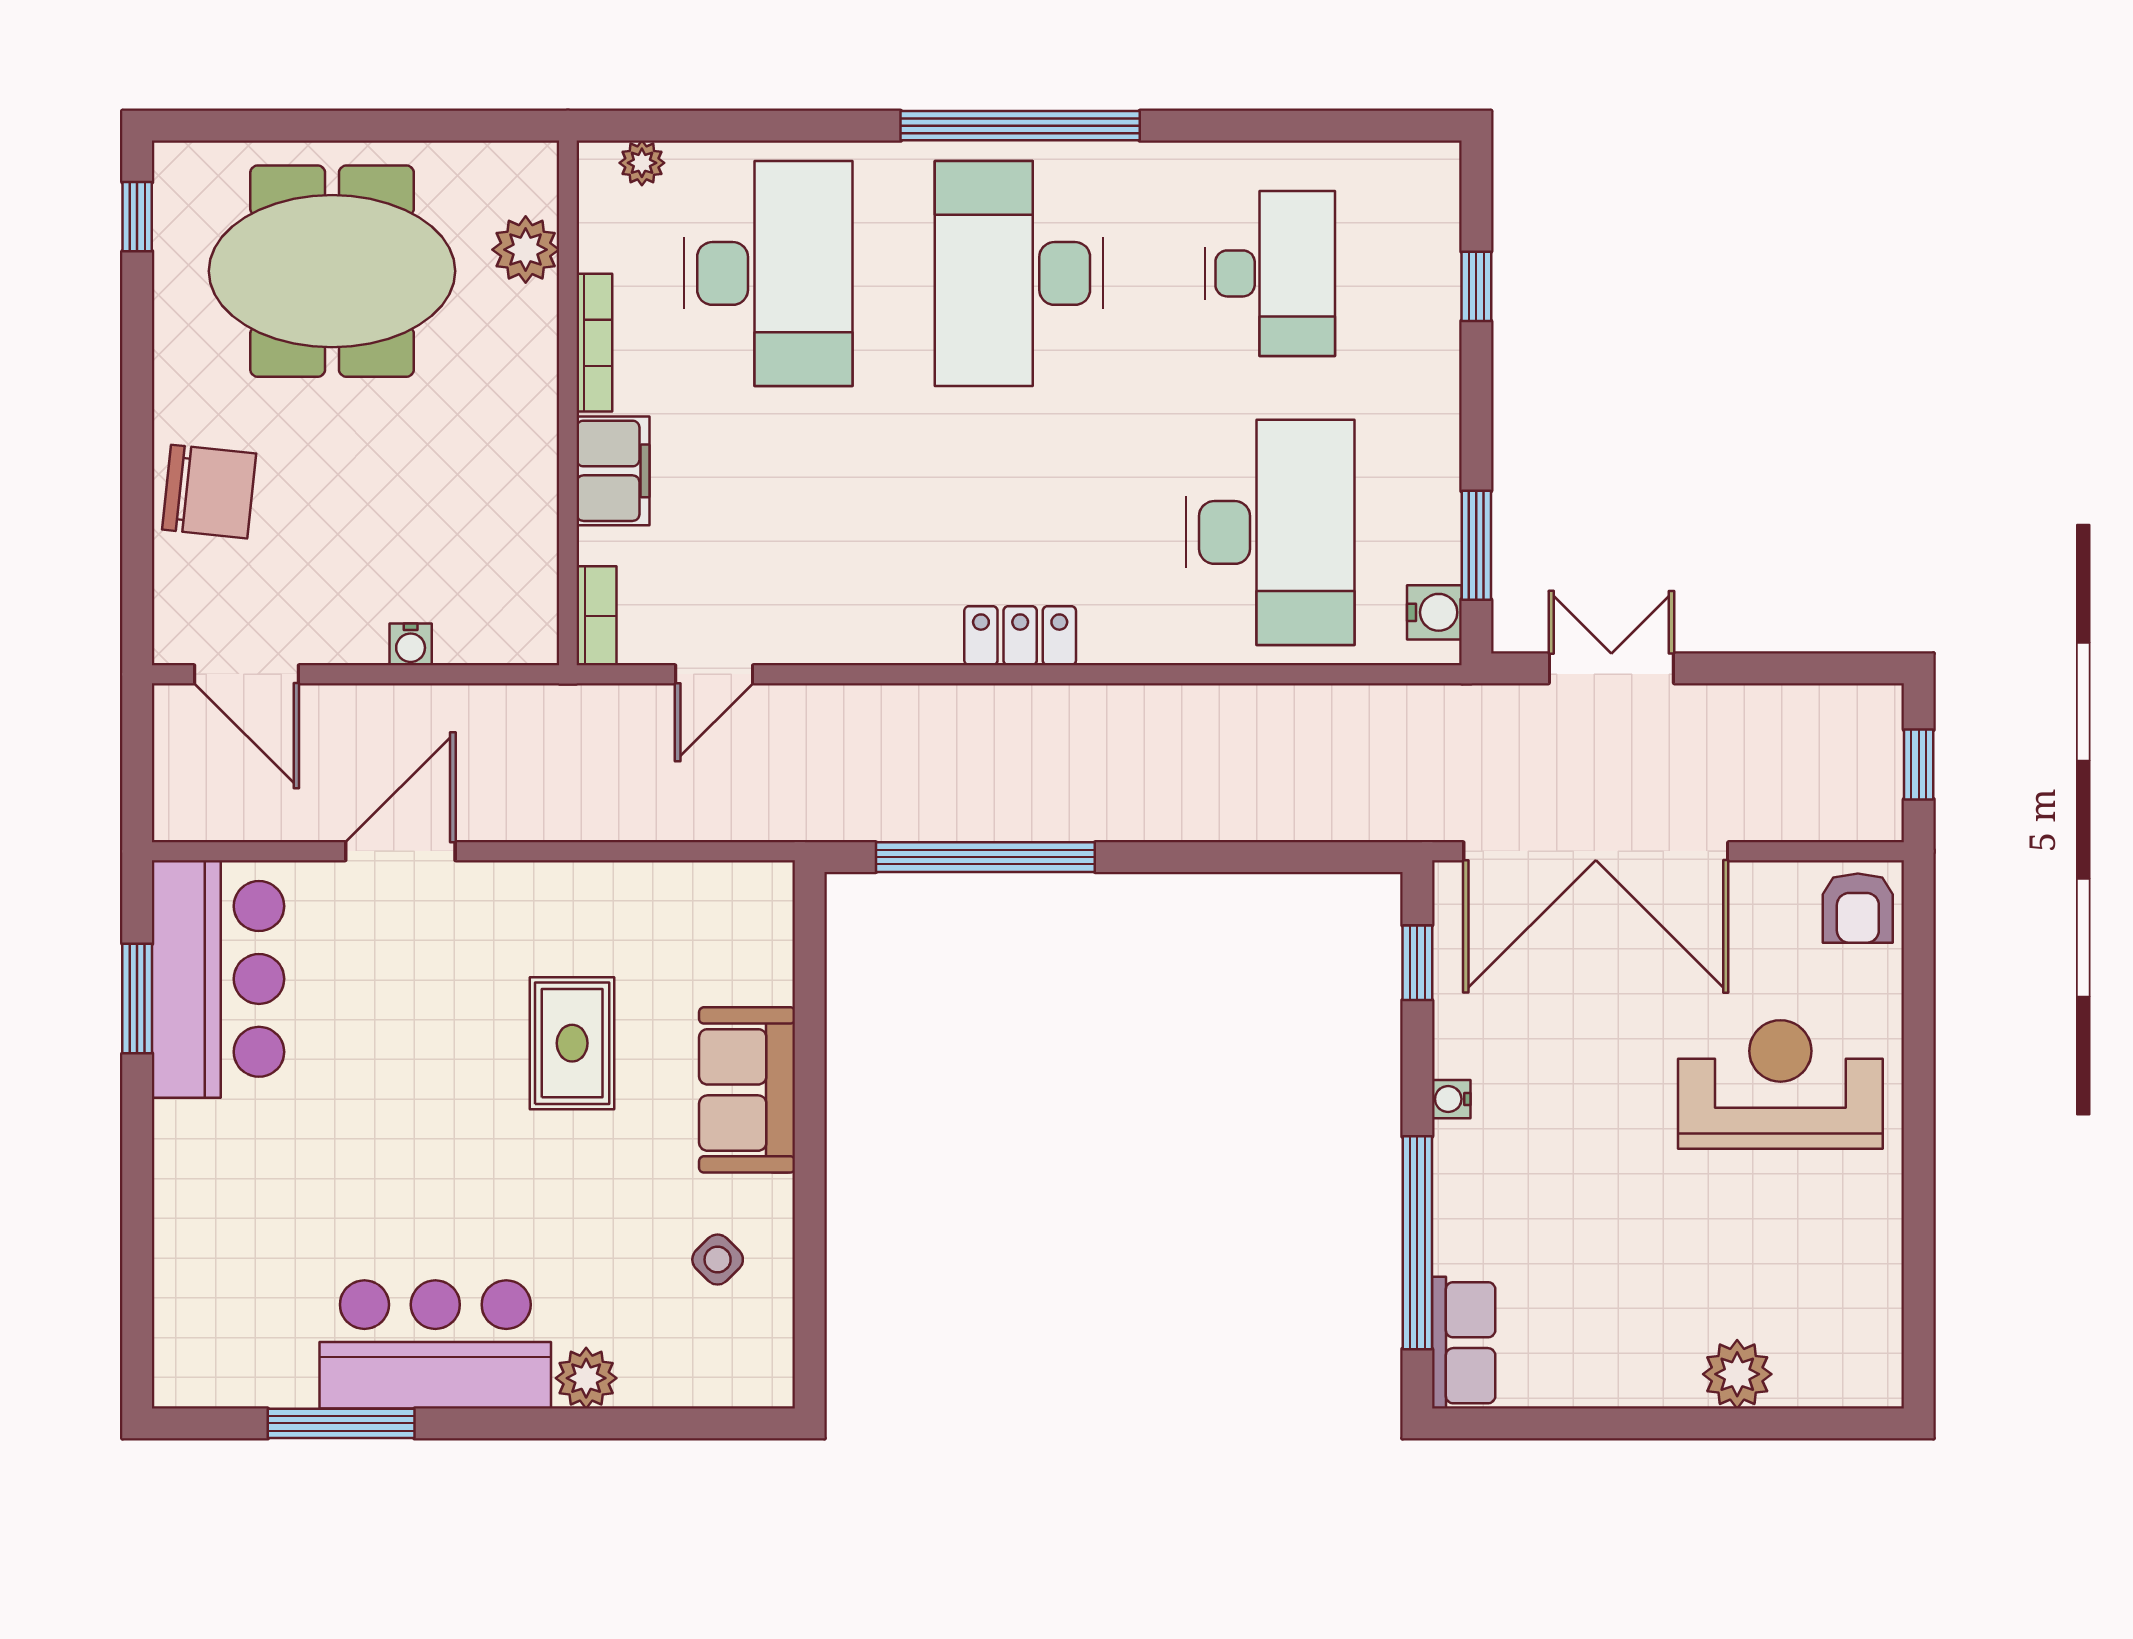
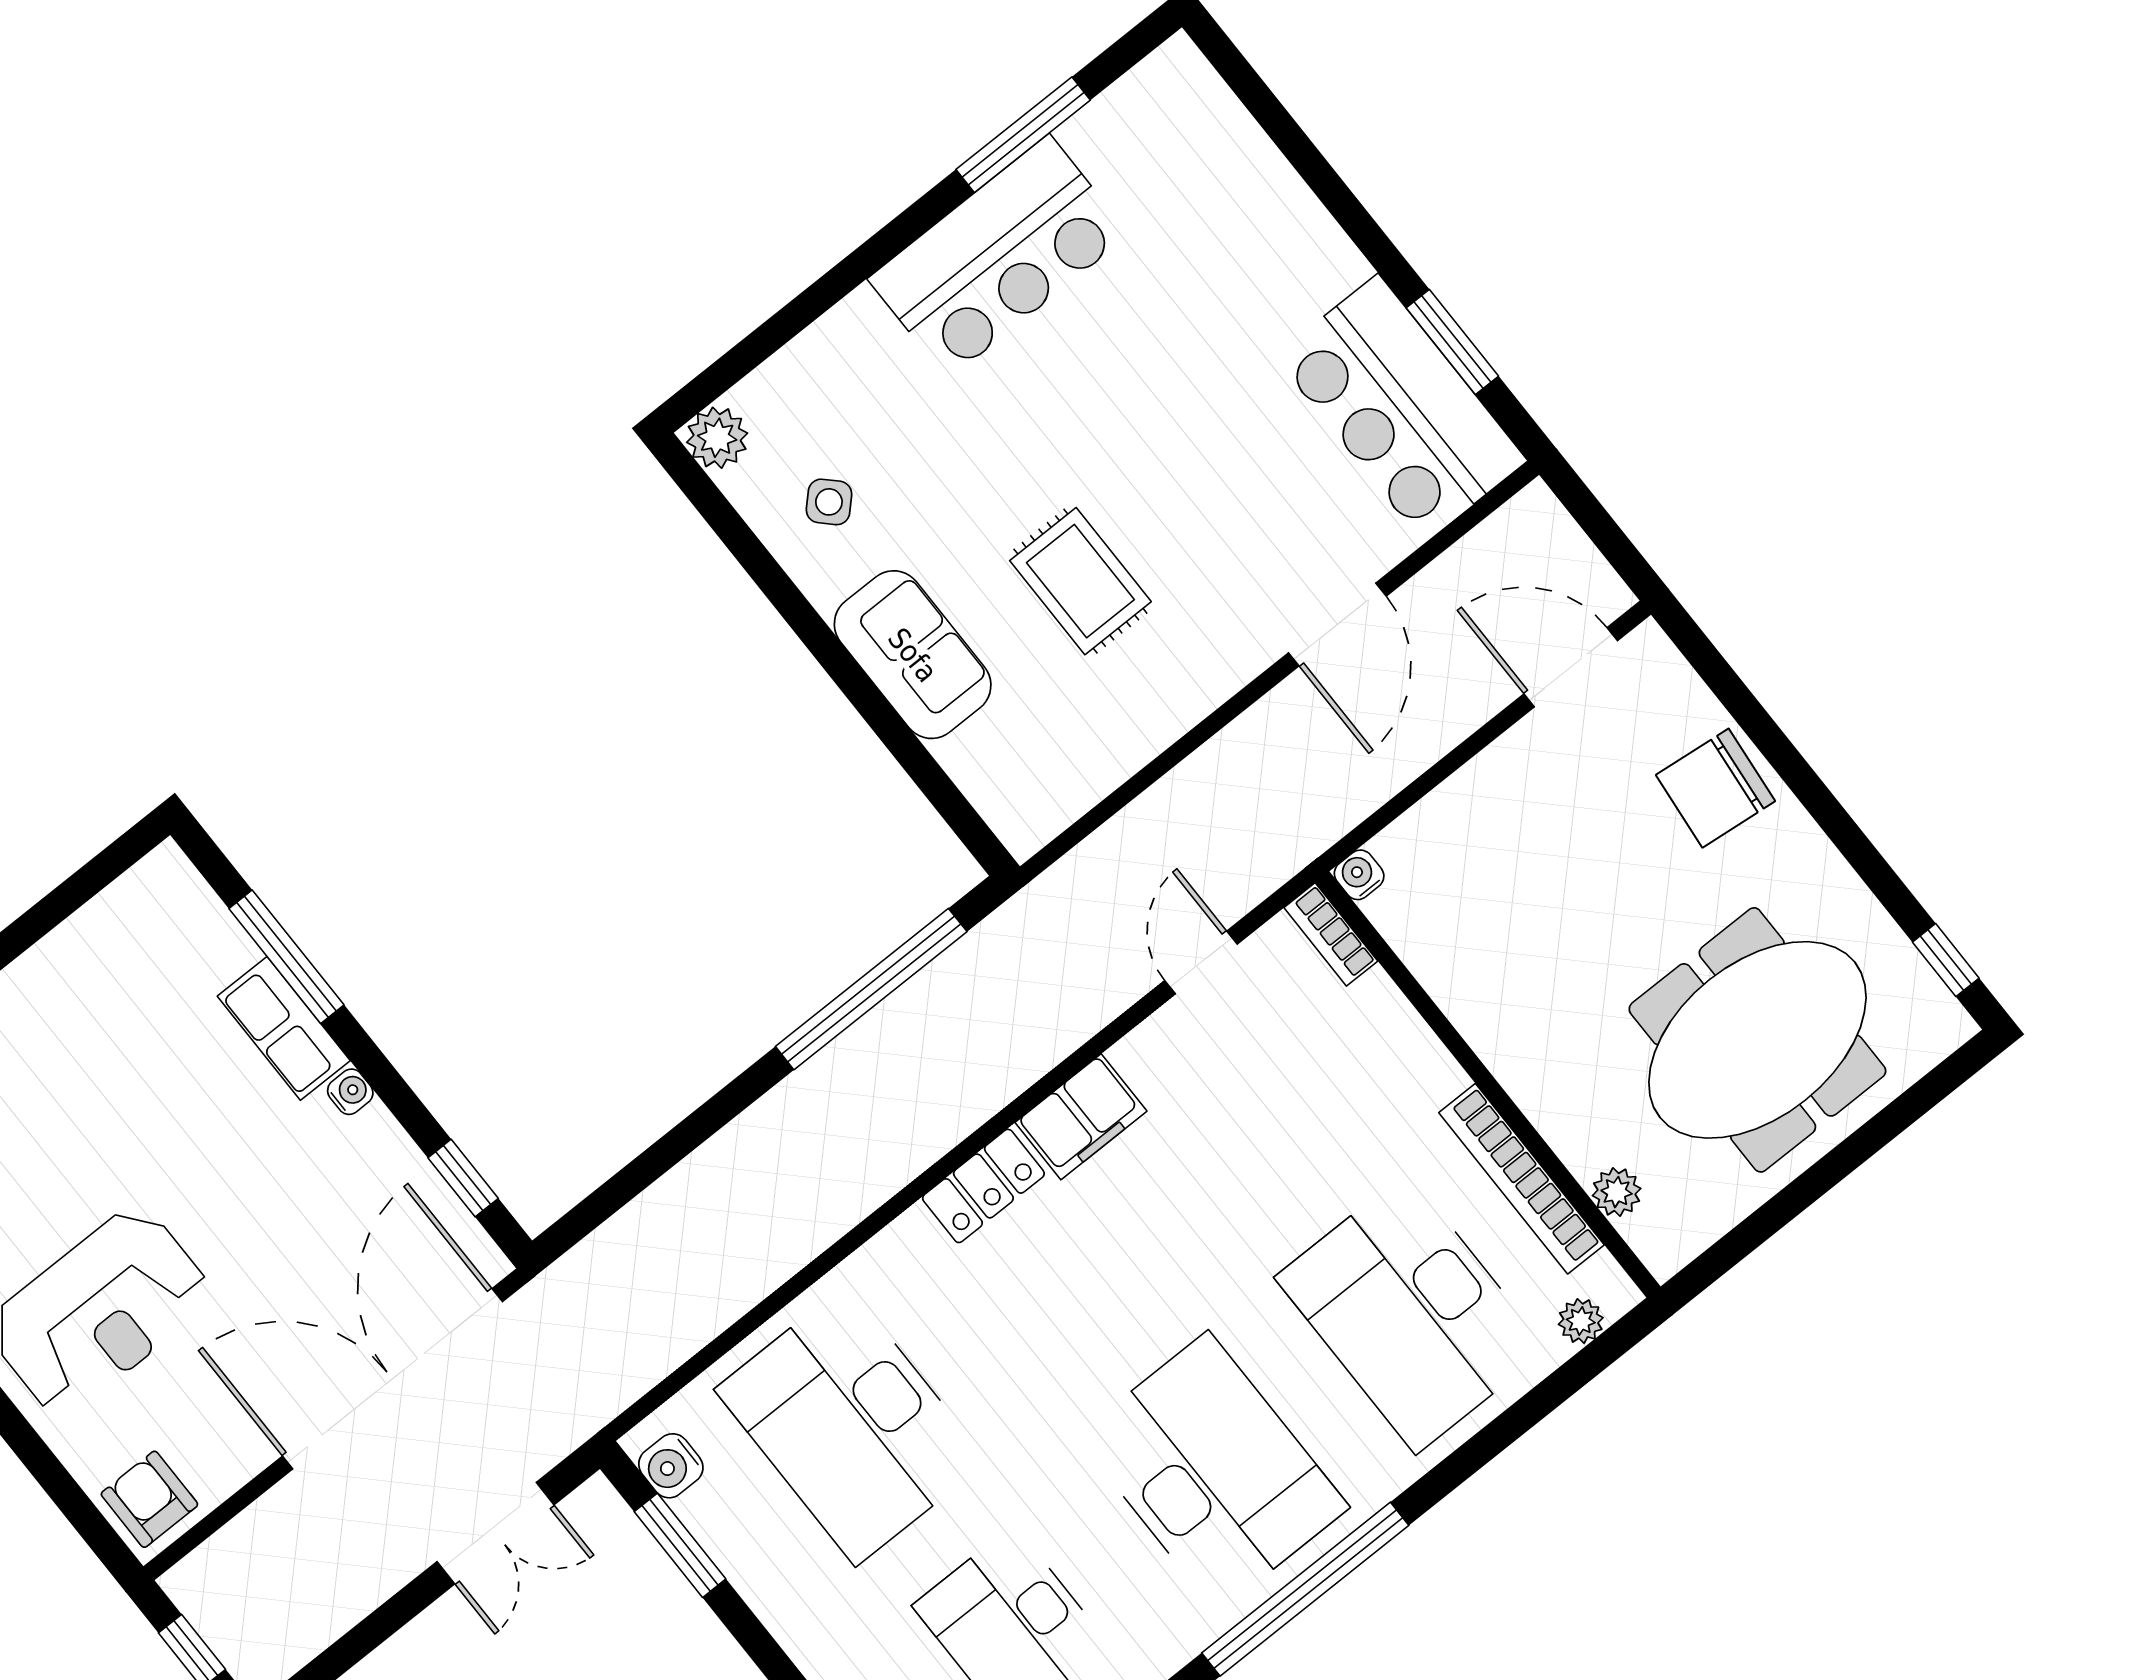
plant: (526, 250) -> (1617, 1192), width x0.73, depth x0.73
bookcase: (594, 343) -> (1522, 1179), width x1.48, depth x1.31
filing cabinet: (613, 471) -> (1081, 1117), moved, turned -90
water cooler: (411, 644) -> (1359, 875), moved
window: (1417, 1243) -> (286, 957), width x0.68
row of seats: (1464, 1343) -> (284, 1028), moved
plant: (586, 1378) -> (717, 438), moved

